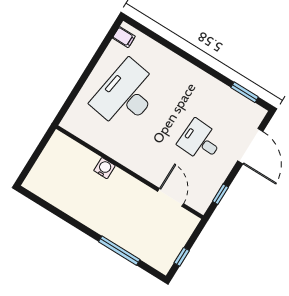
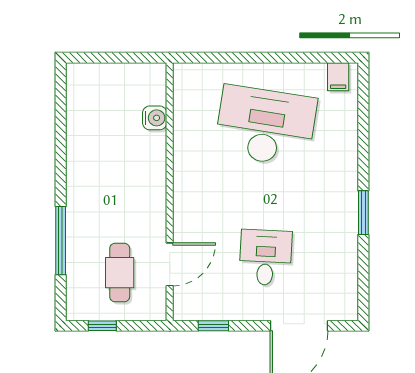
window: (245, 92) -> (363, 213), moved
water cooler: (104, 168) -> (155, 118), moved
cafe table: (158, 228) -> (120, 273), added

